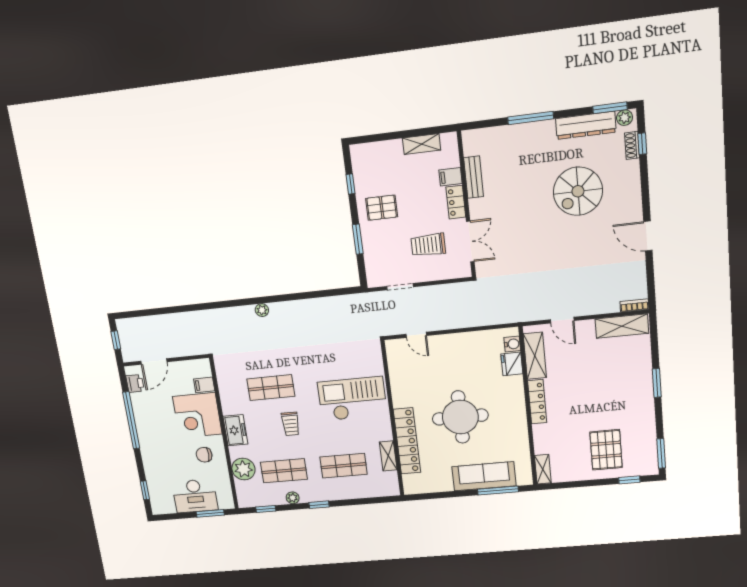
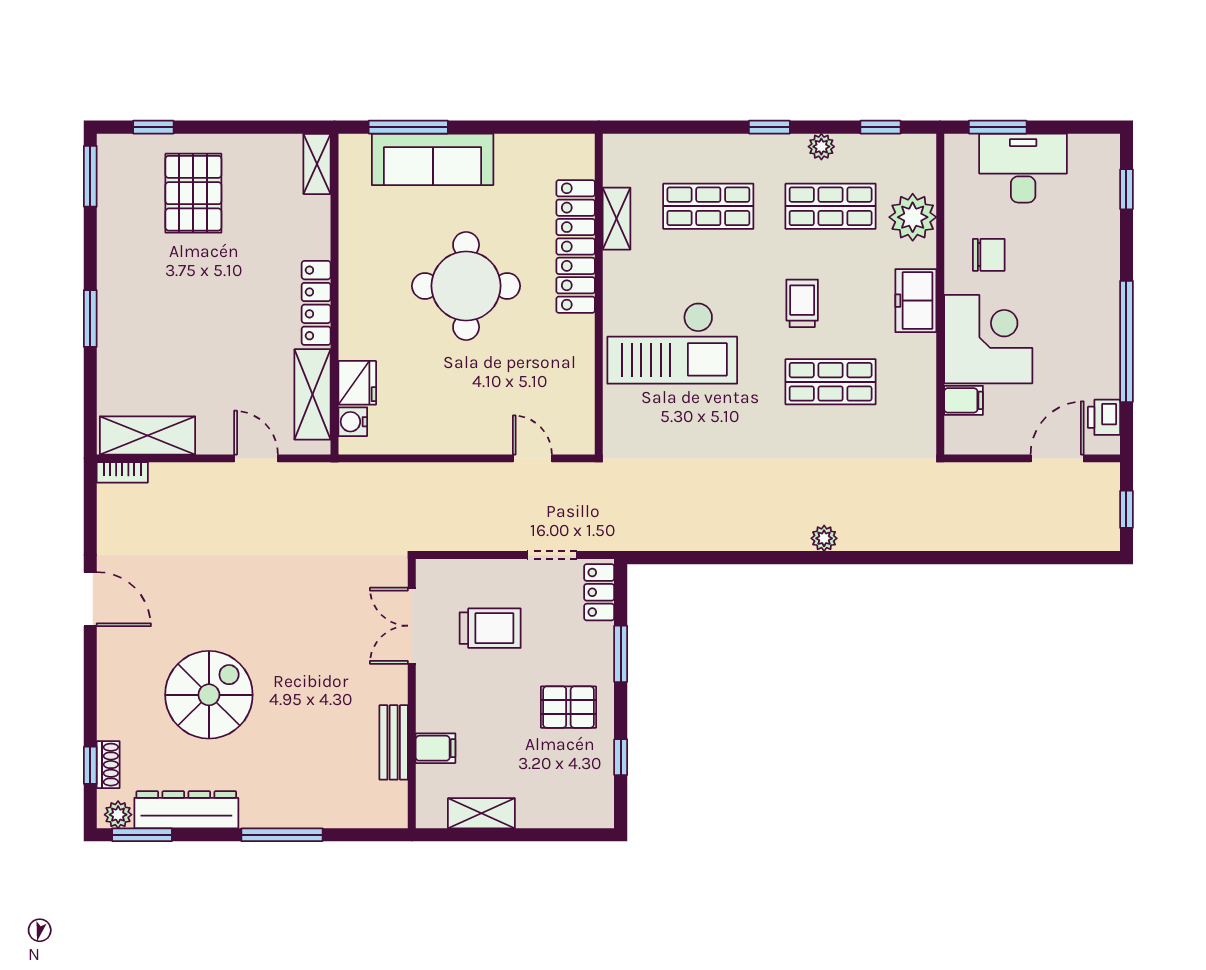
locker: (456, 202) -> (599, 592), moved, turned 180

